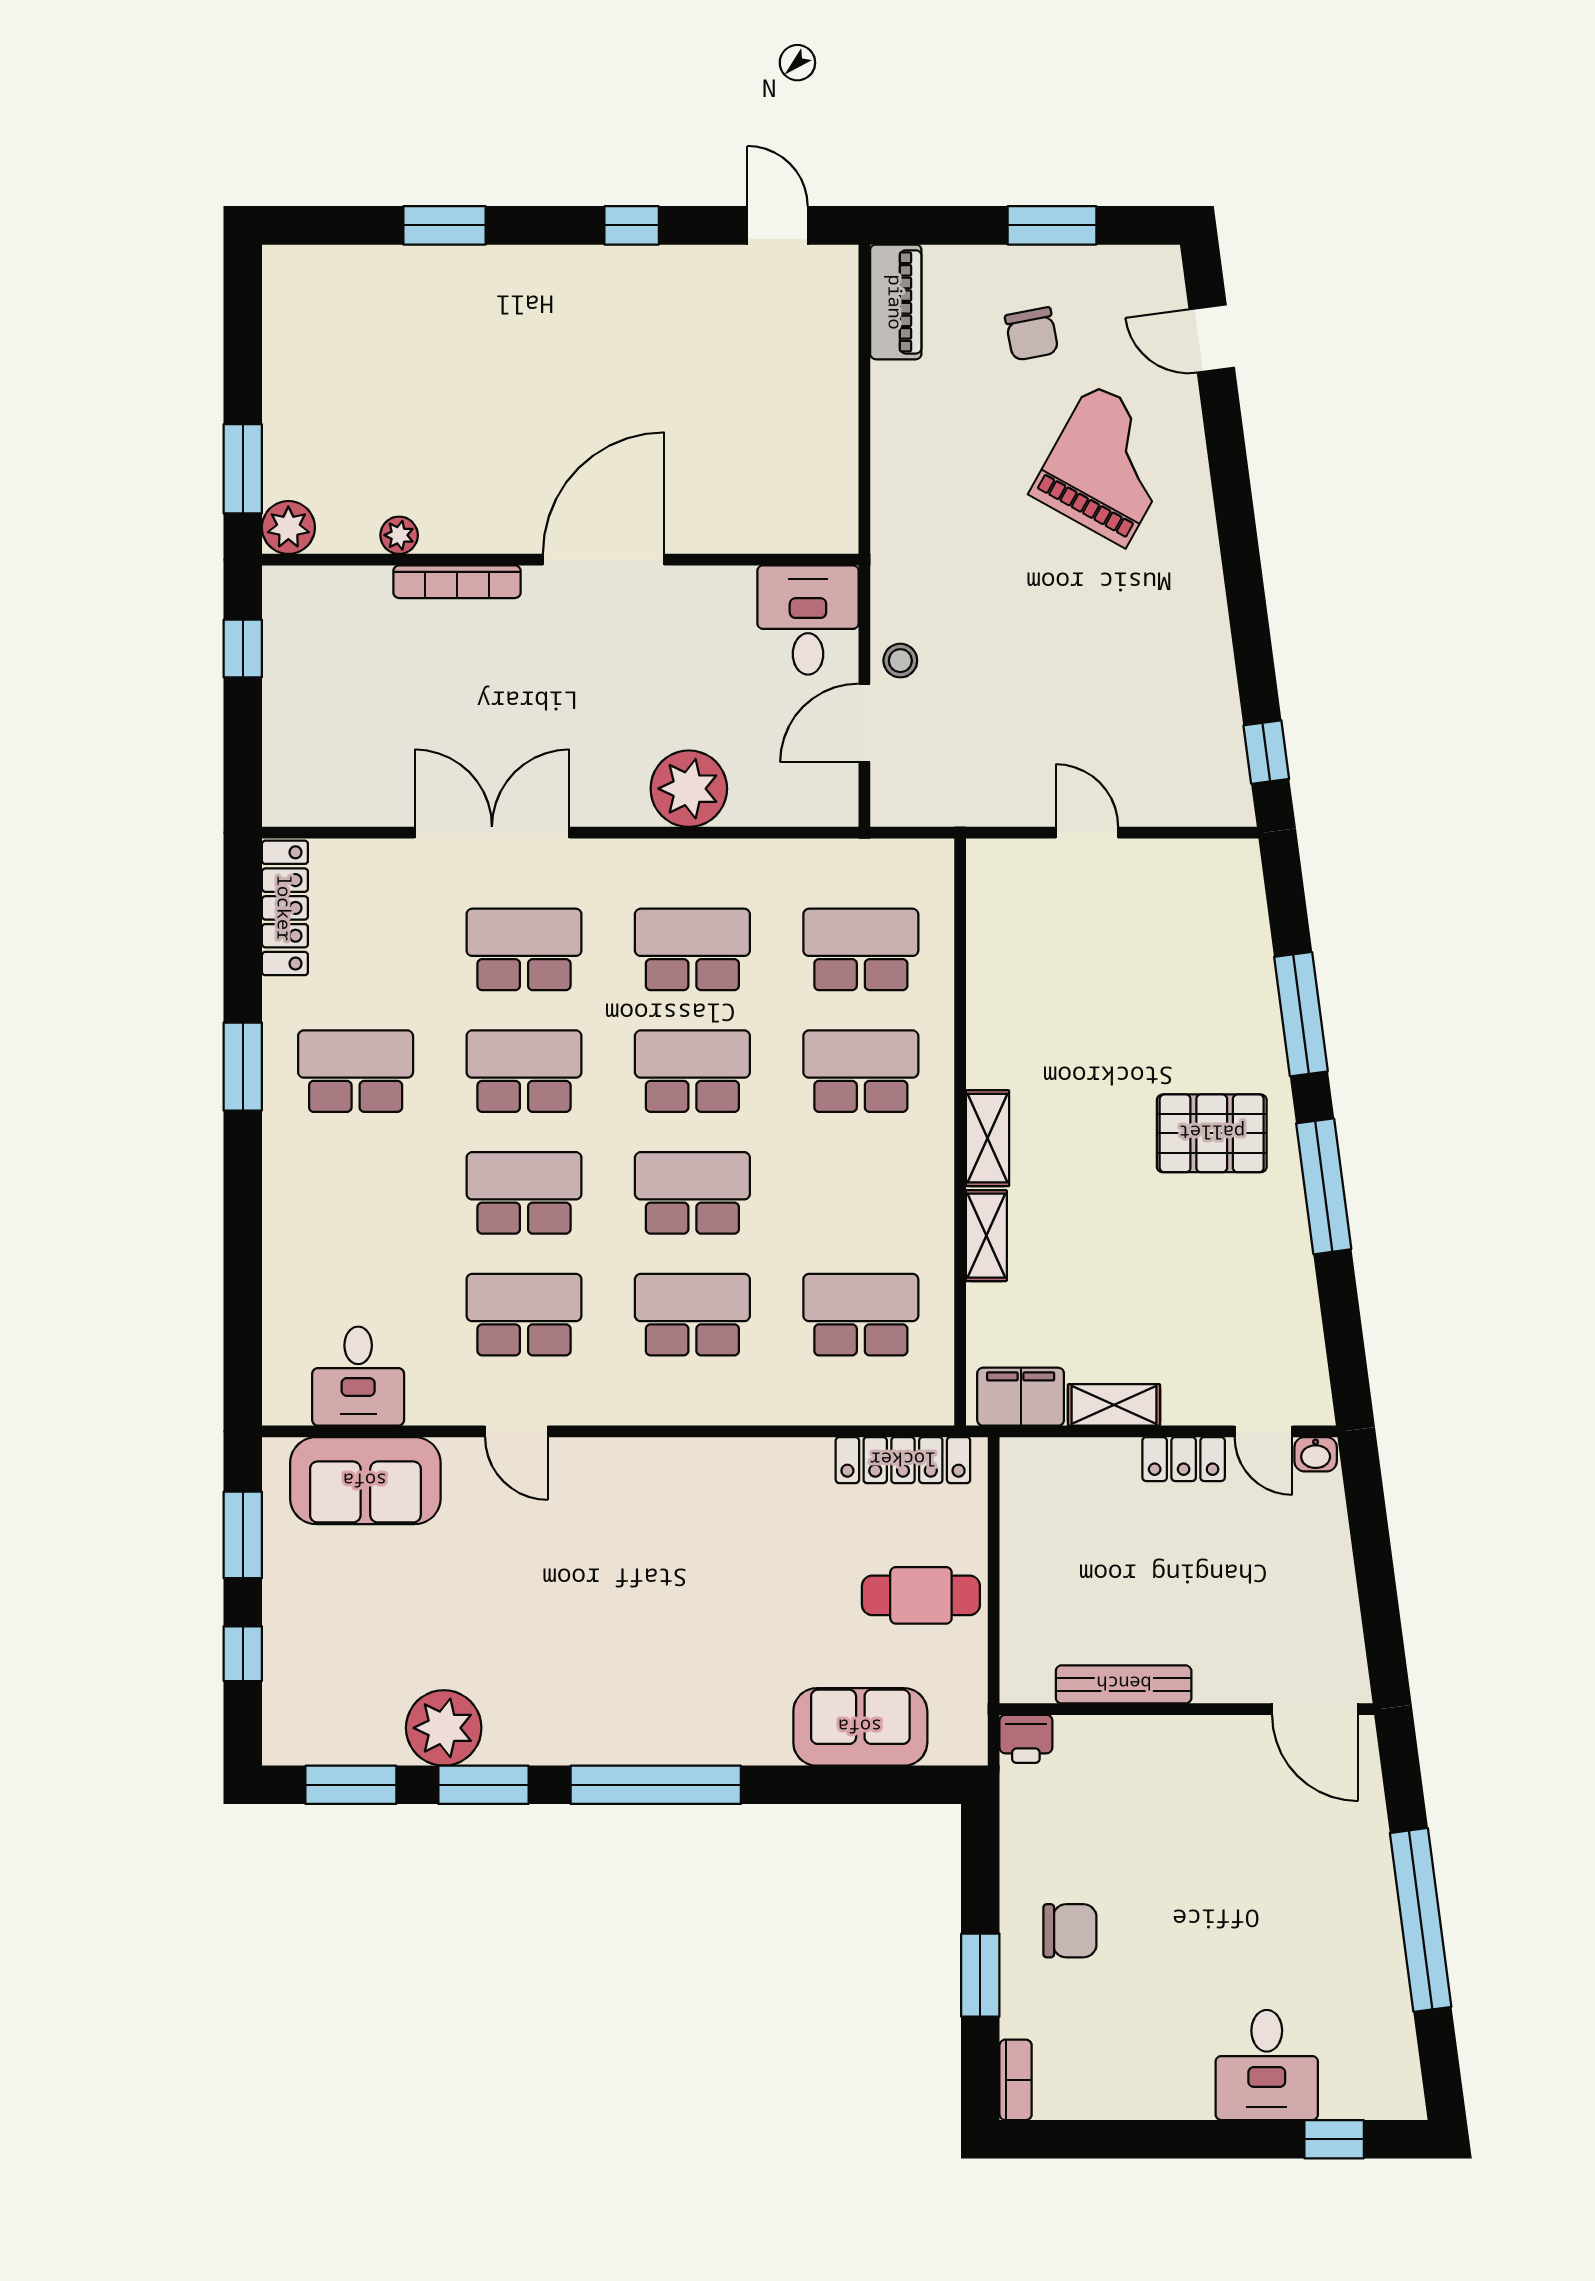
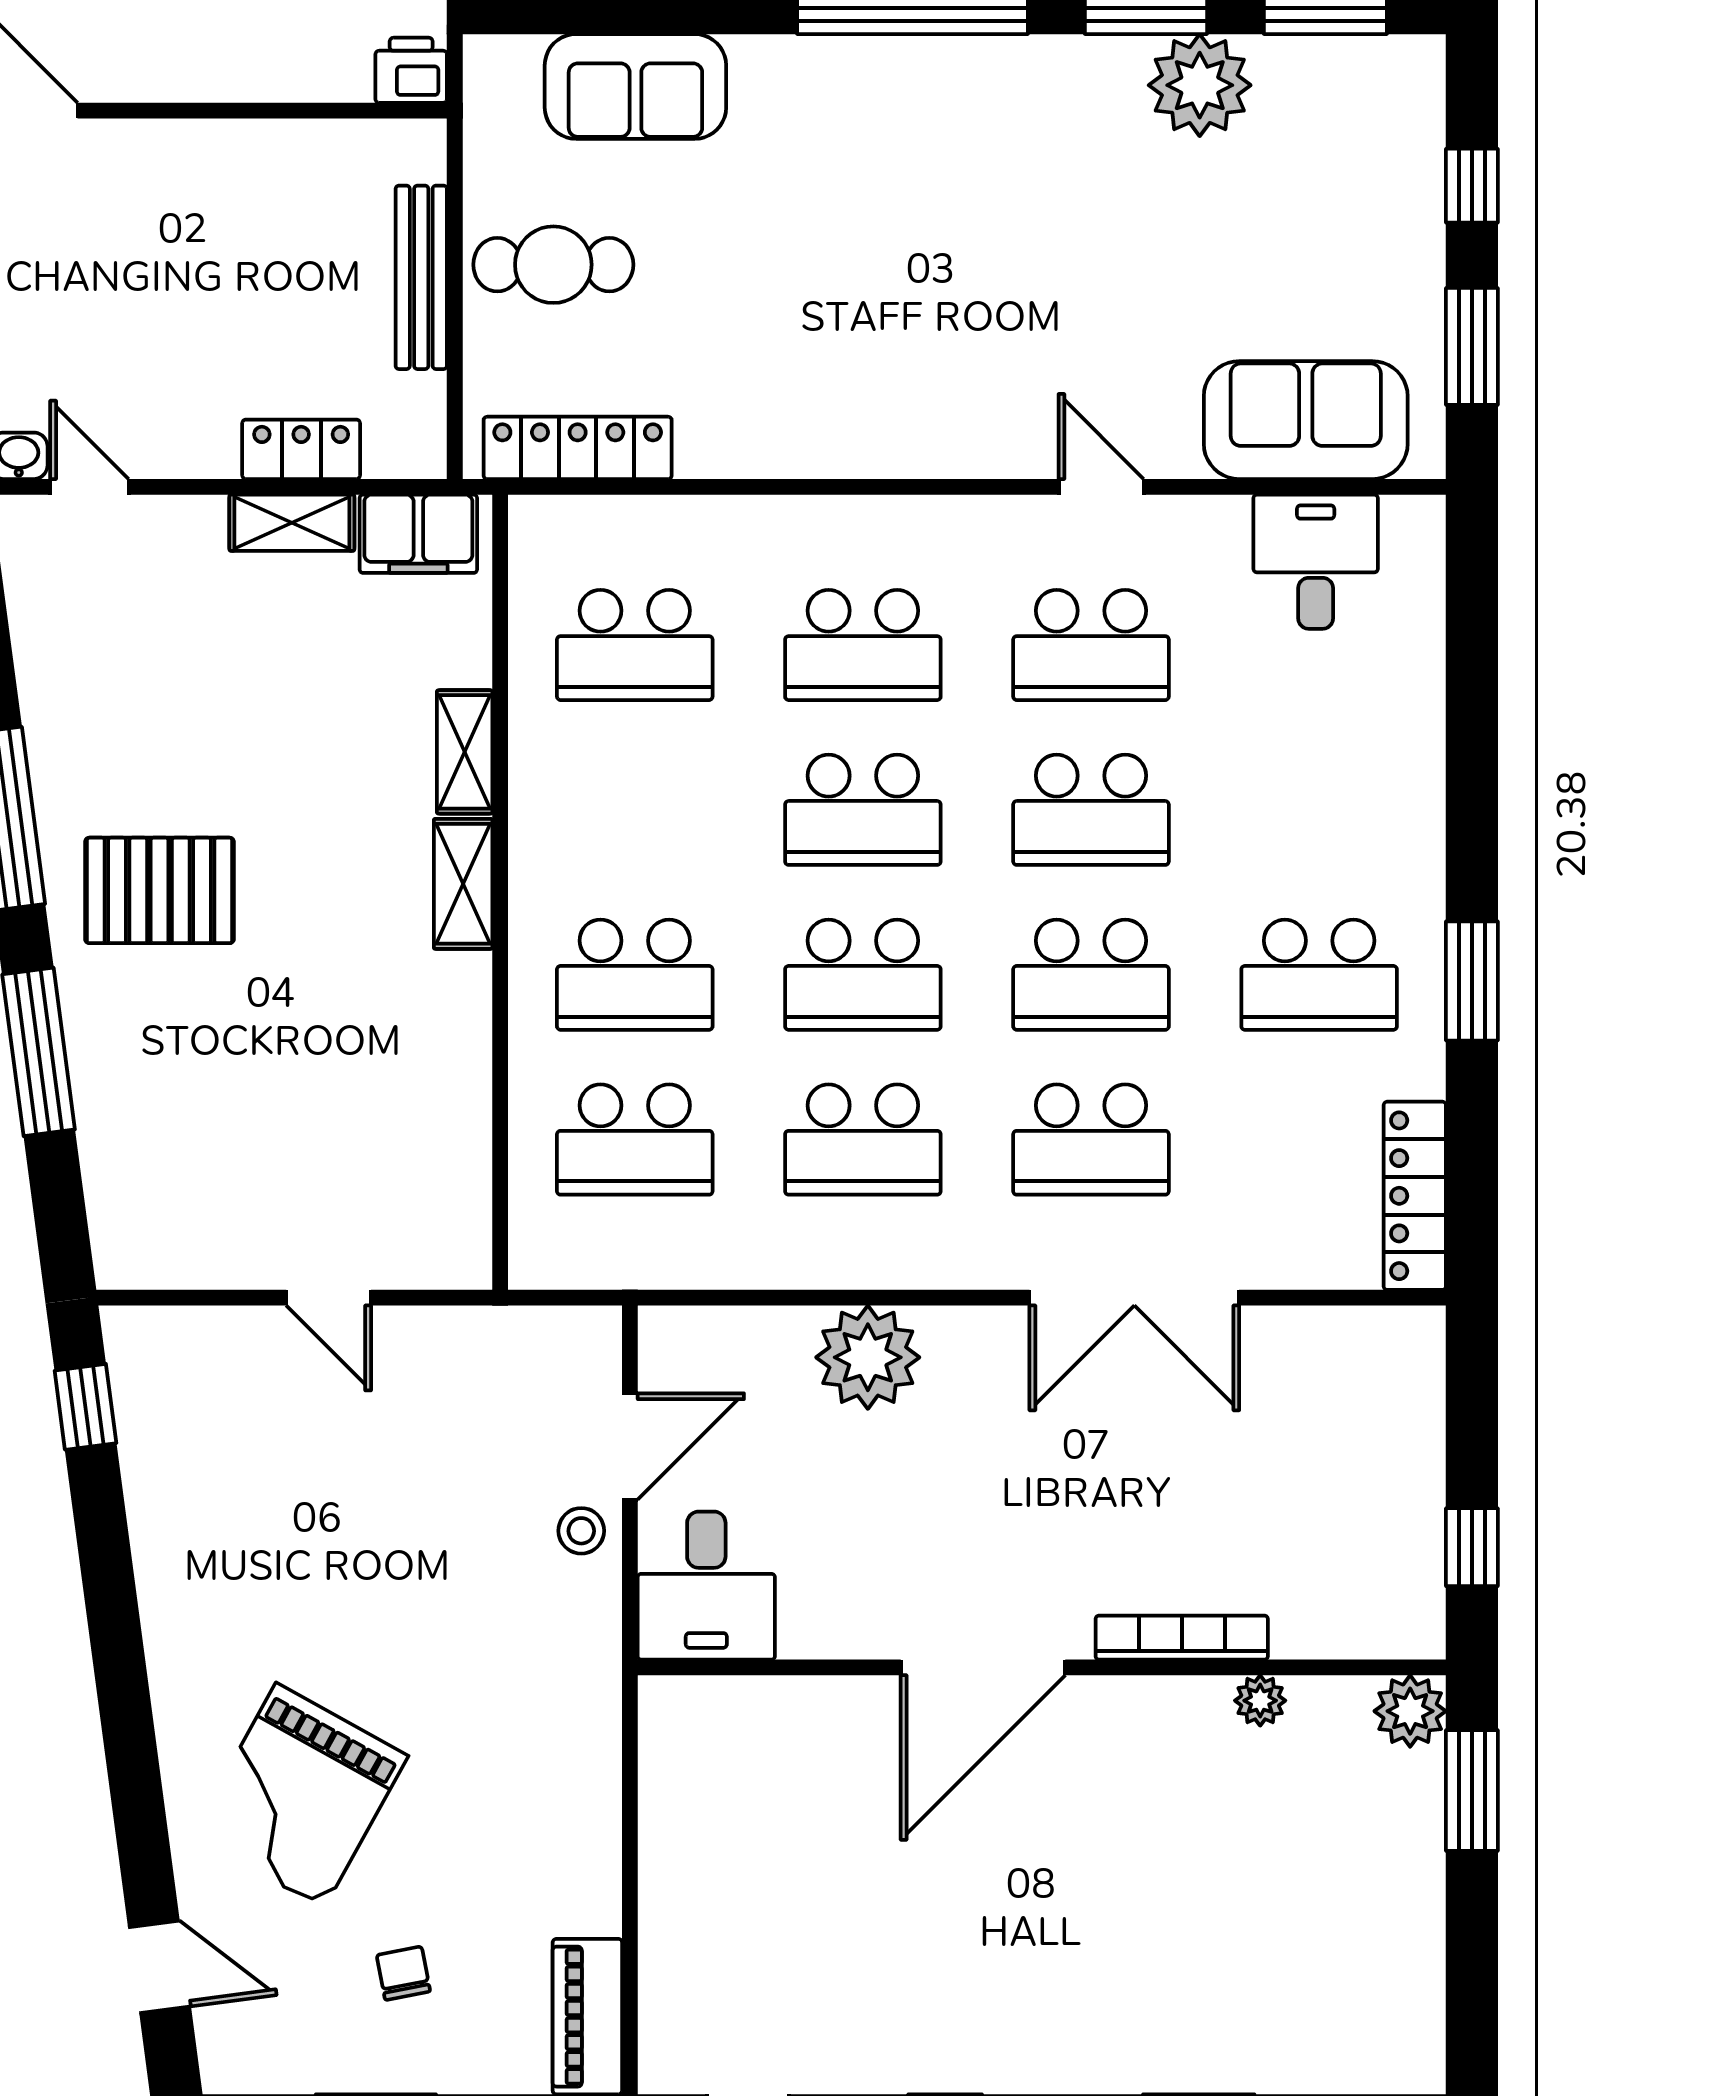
chair: (1032, 334) -> (403, 1973), width x0.73, depth x0.73
locker: (1184, 1459) -> (301, 449), moved
bench: (1124, 1684) -> (421, 277), moved, turned 90

